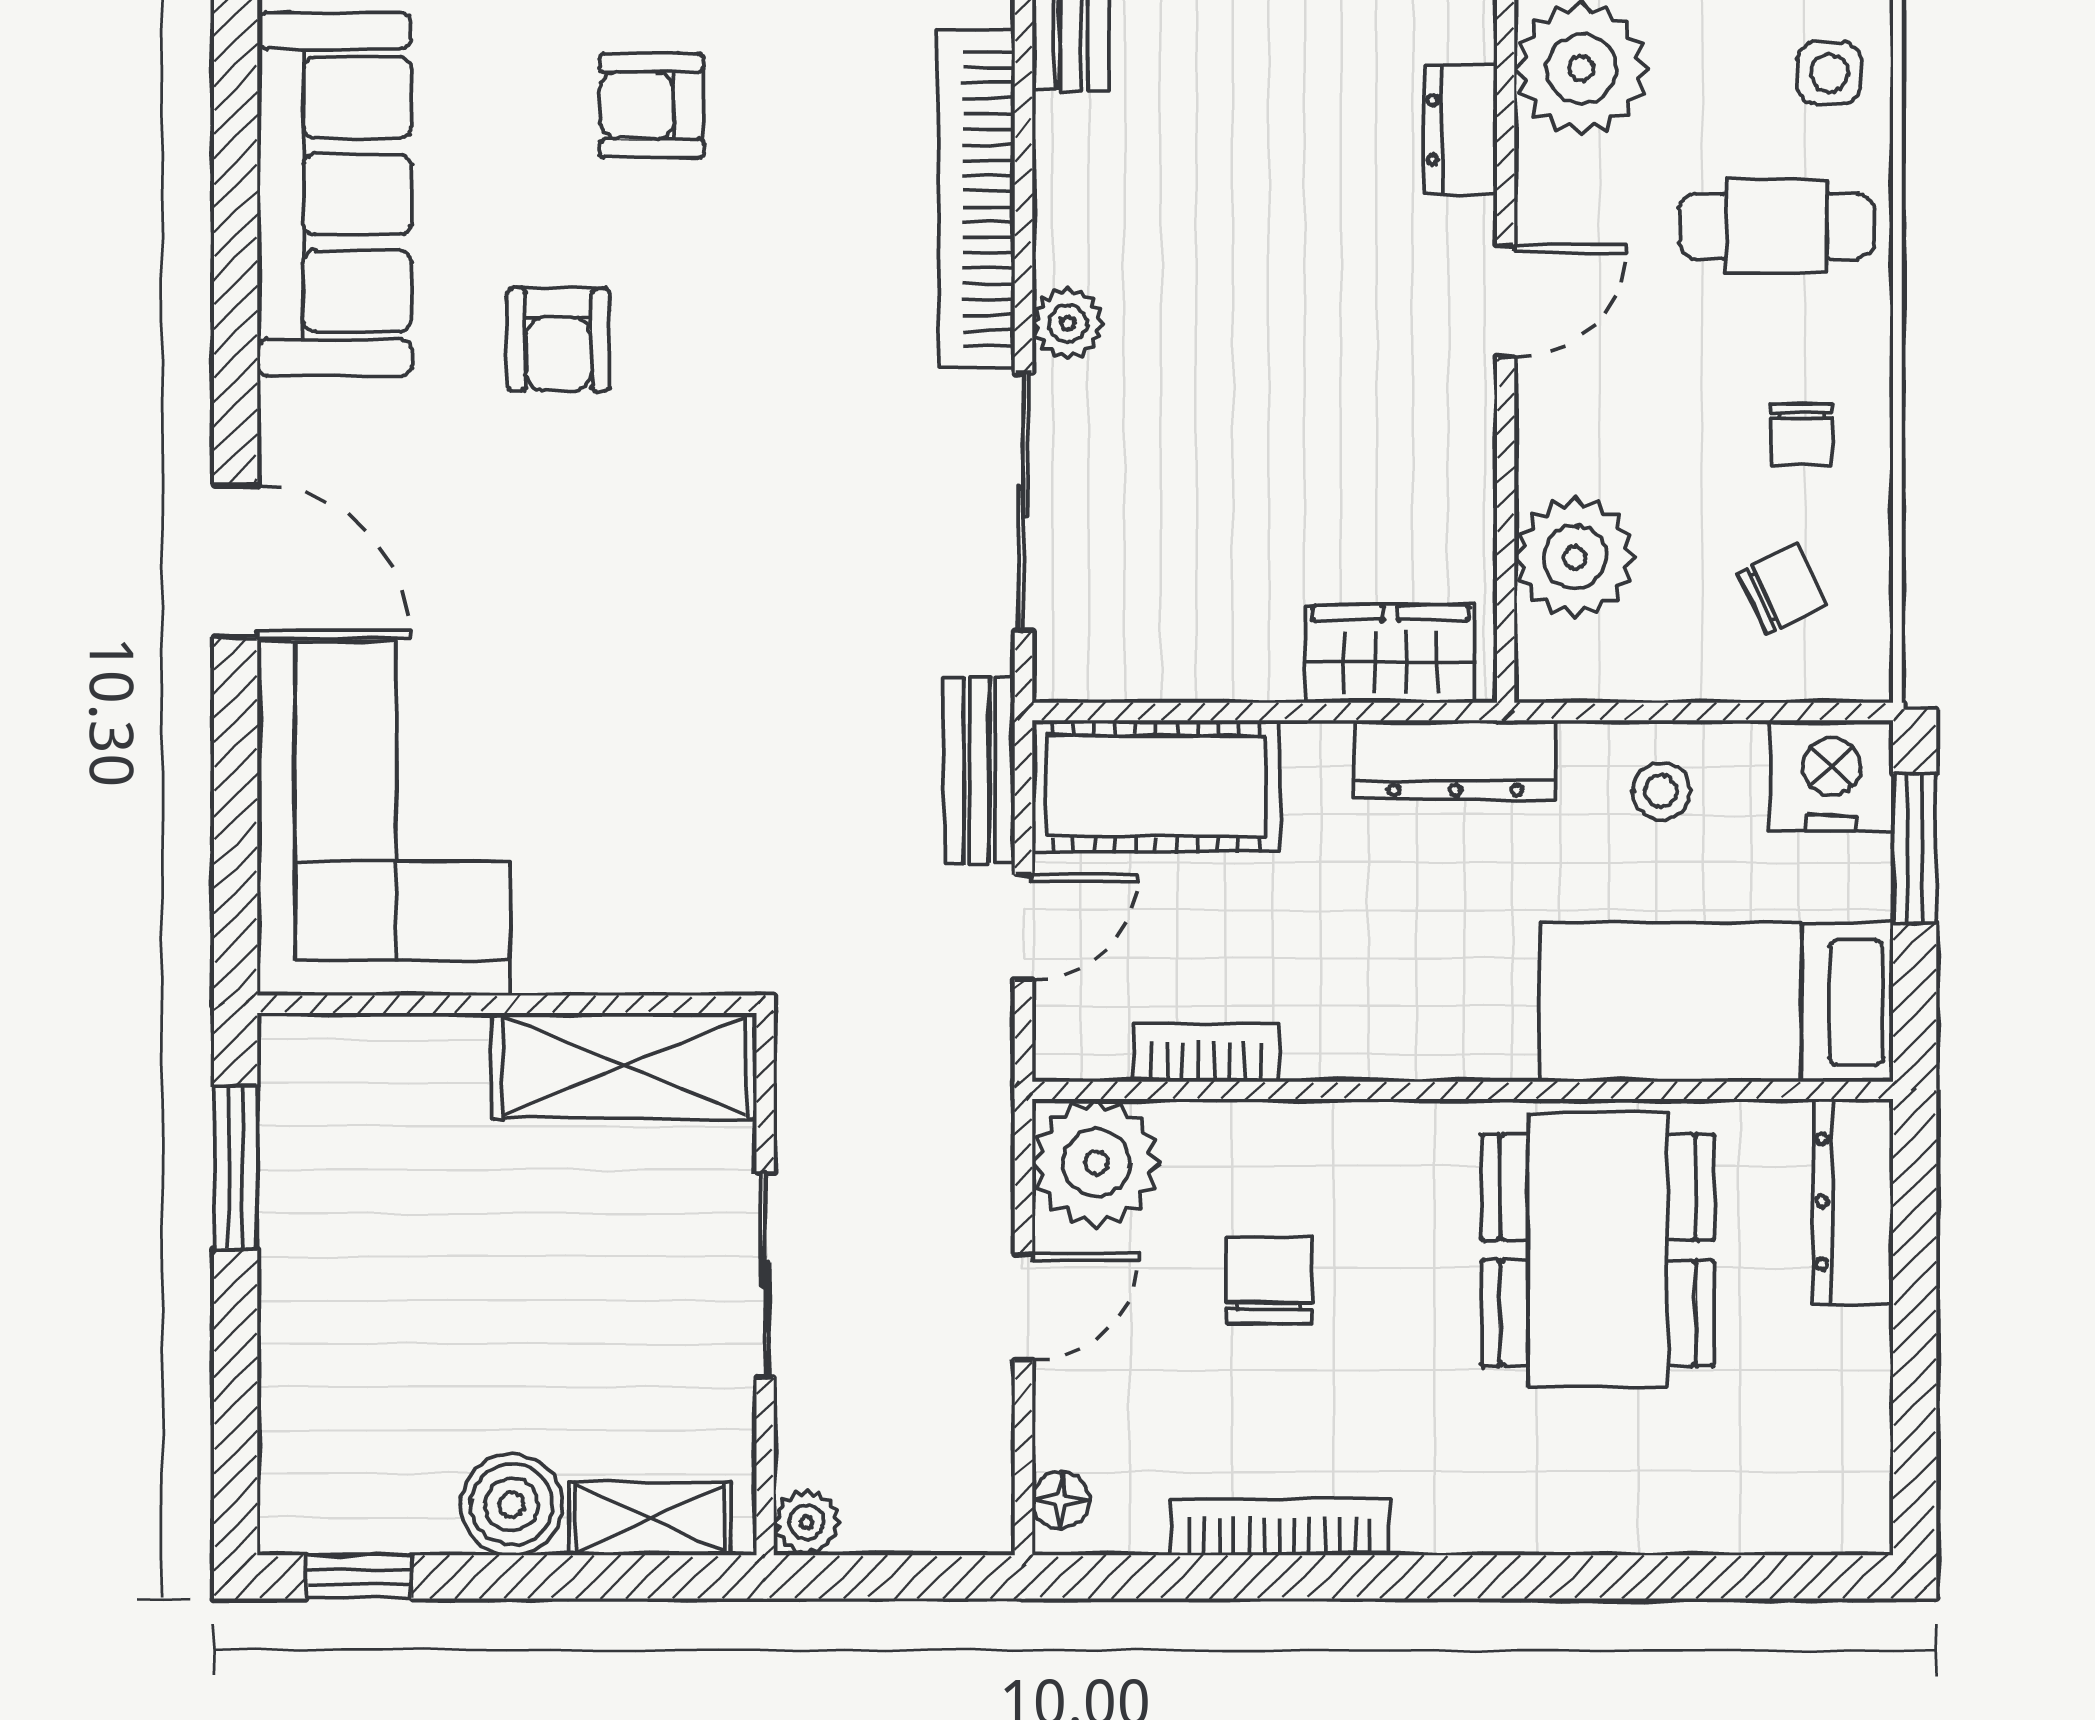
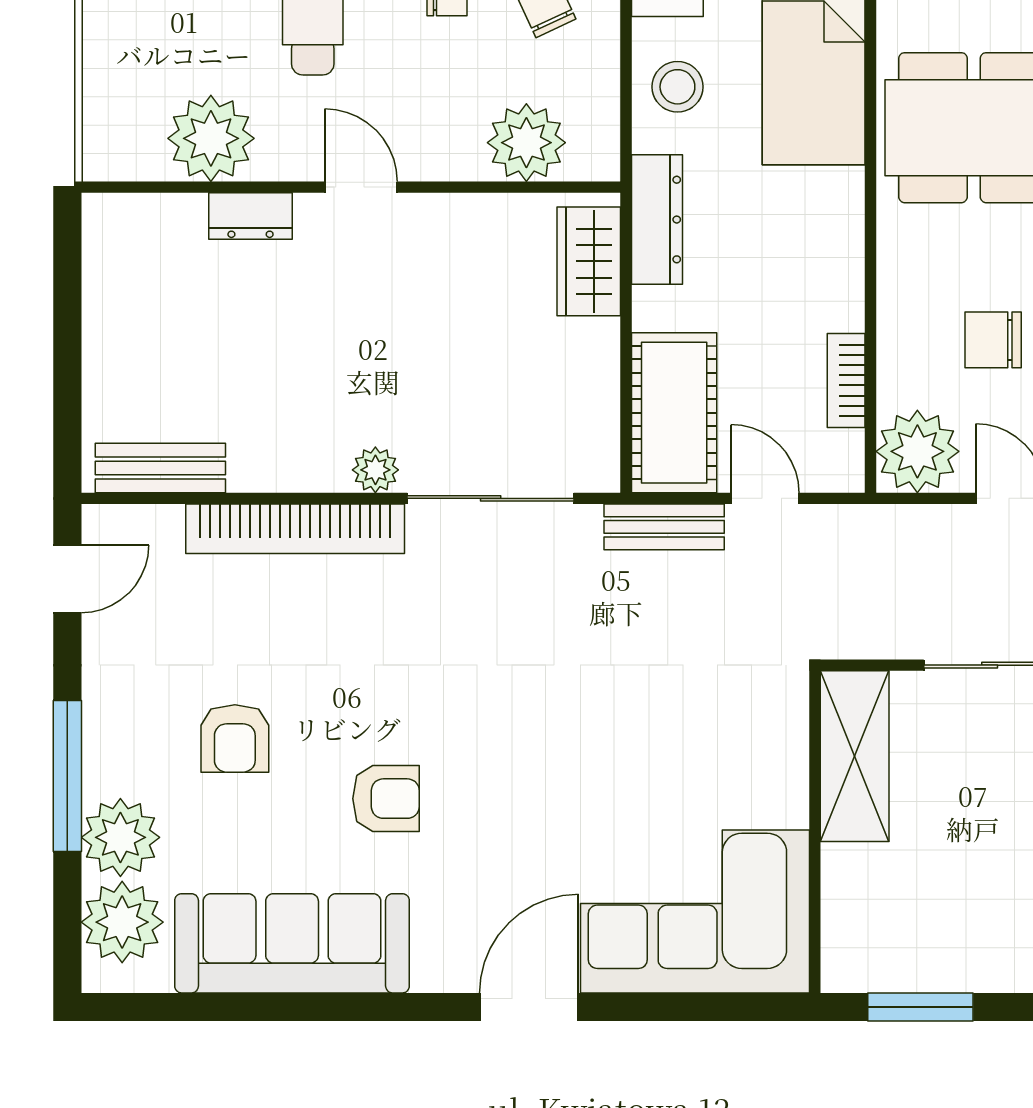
stool: (1661, 791) -> (677, 87), width x1.37, depth x1.37

